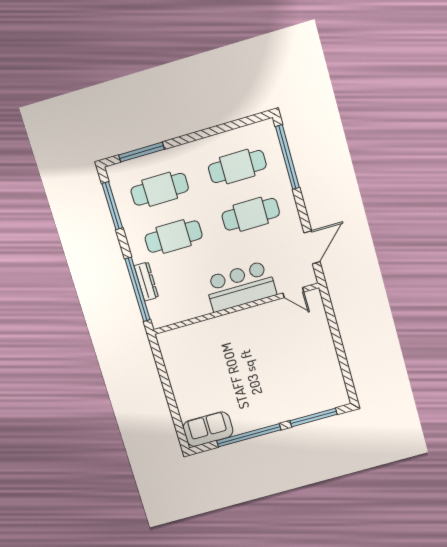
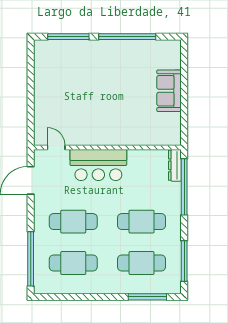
dresser: (146, 281) -> (175, 165), moved
sofa: (208, 429) -> (169, 91), moved, turned 90

